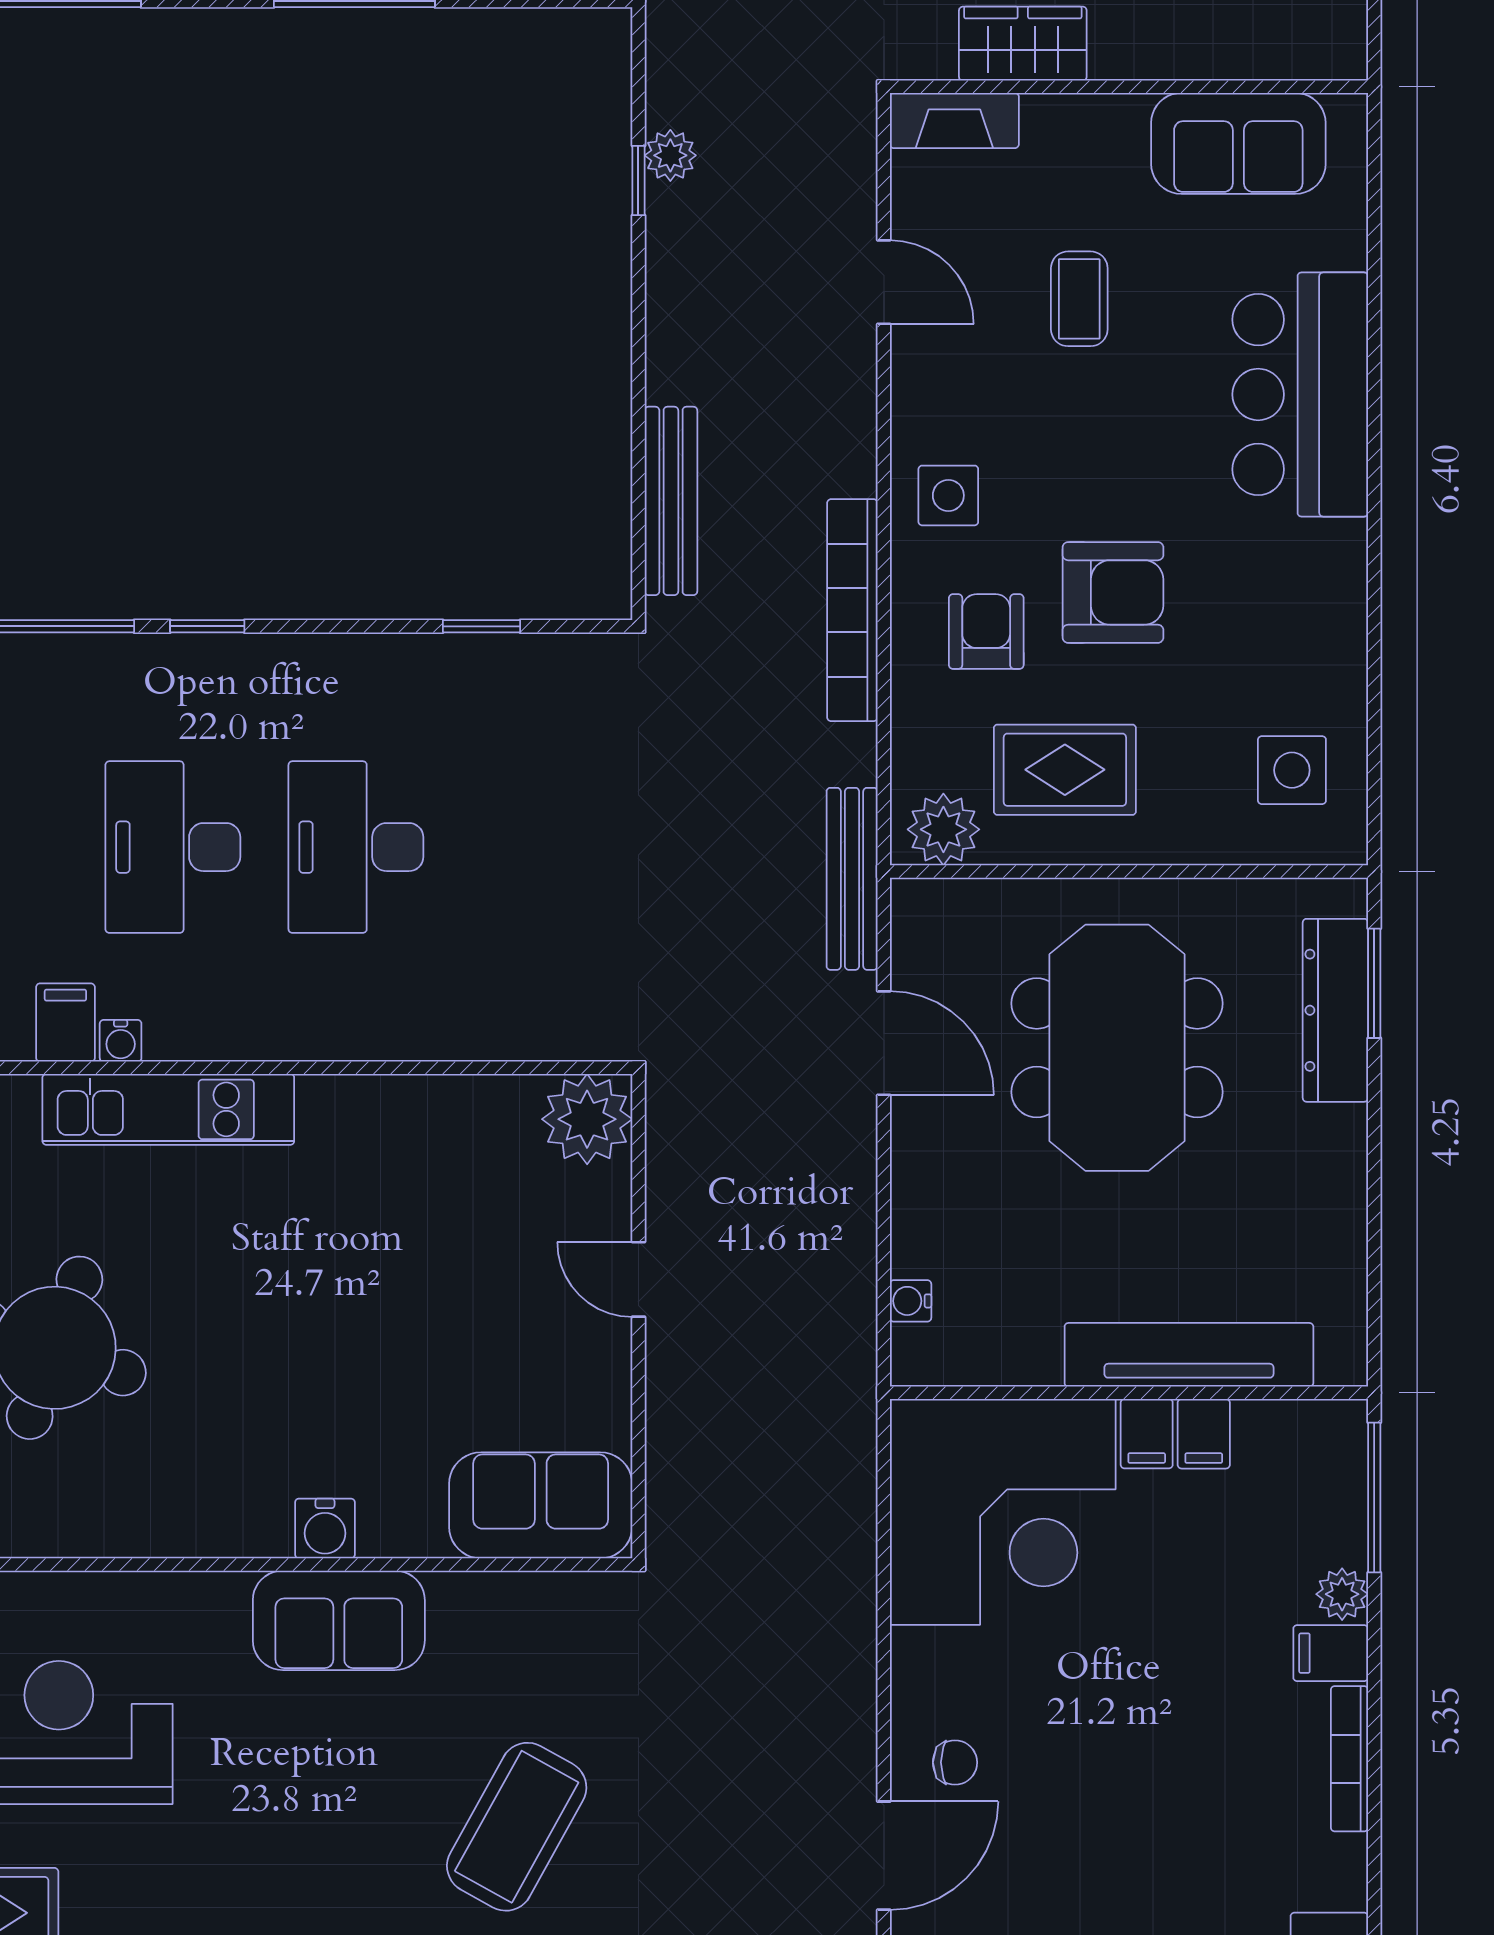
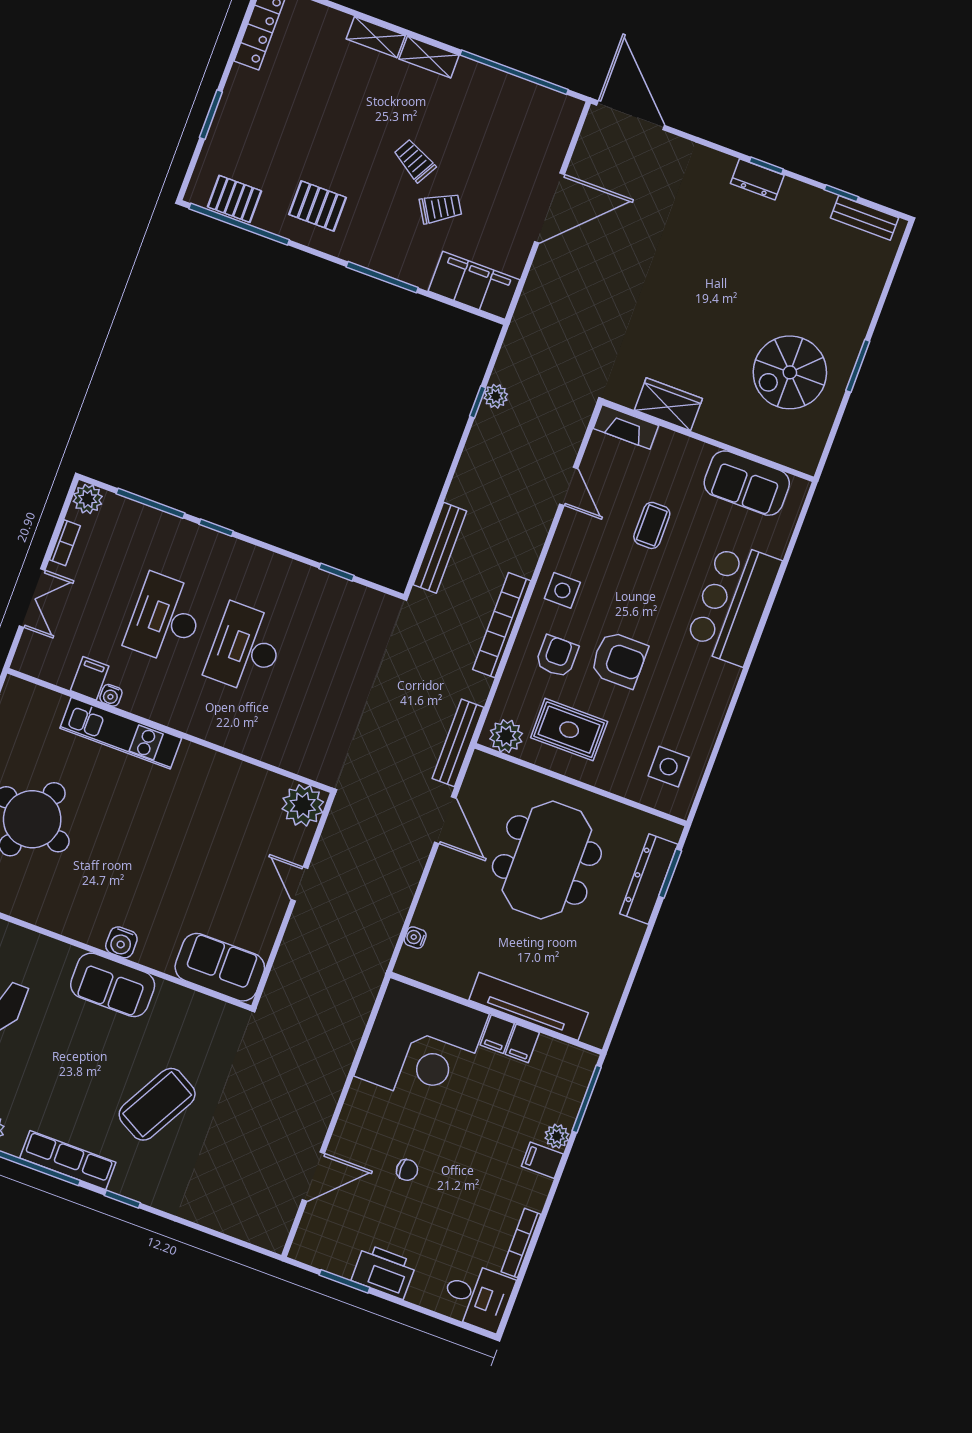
bookcase: (1349, 1759) -> (521, 1243), moved
chair: (955, 1762) -> (407, 1170), moved

